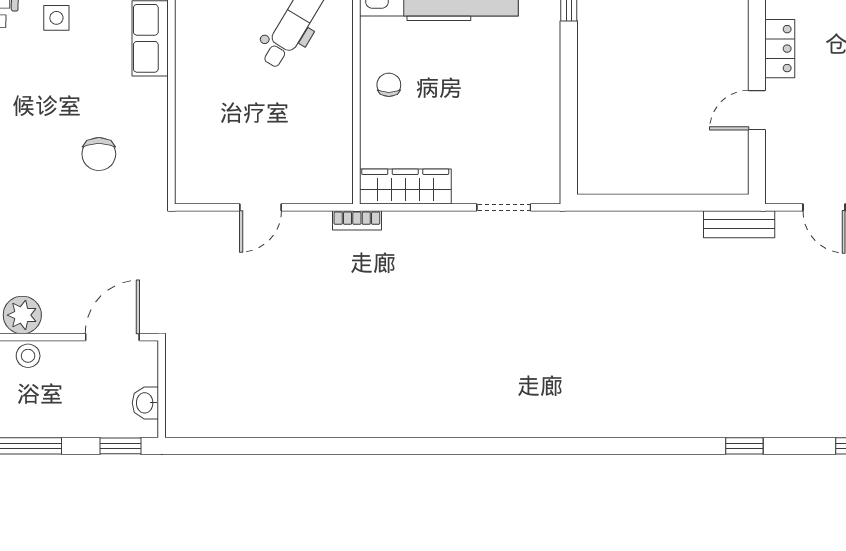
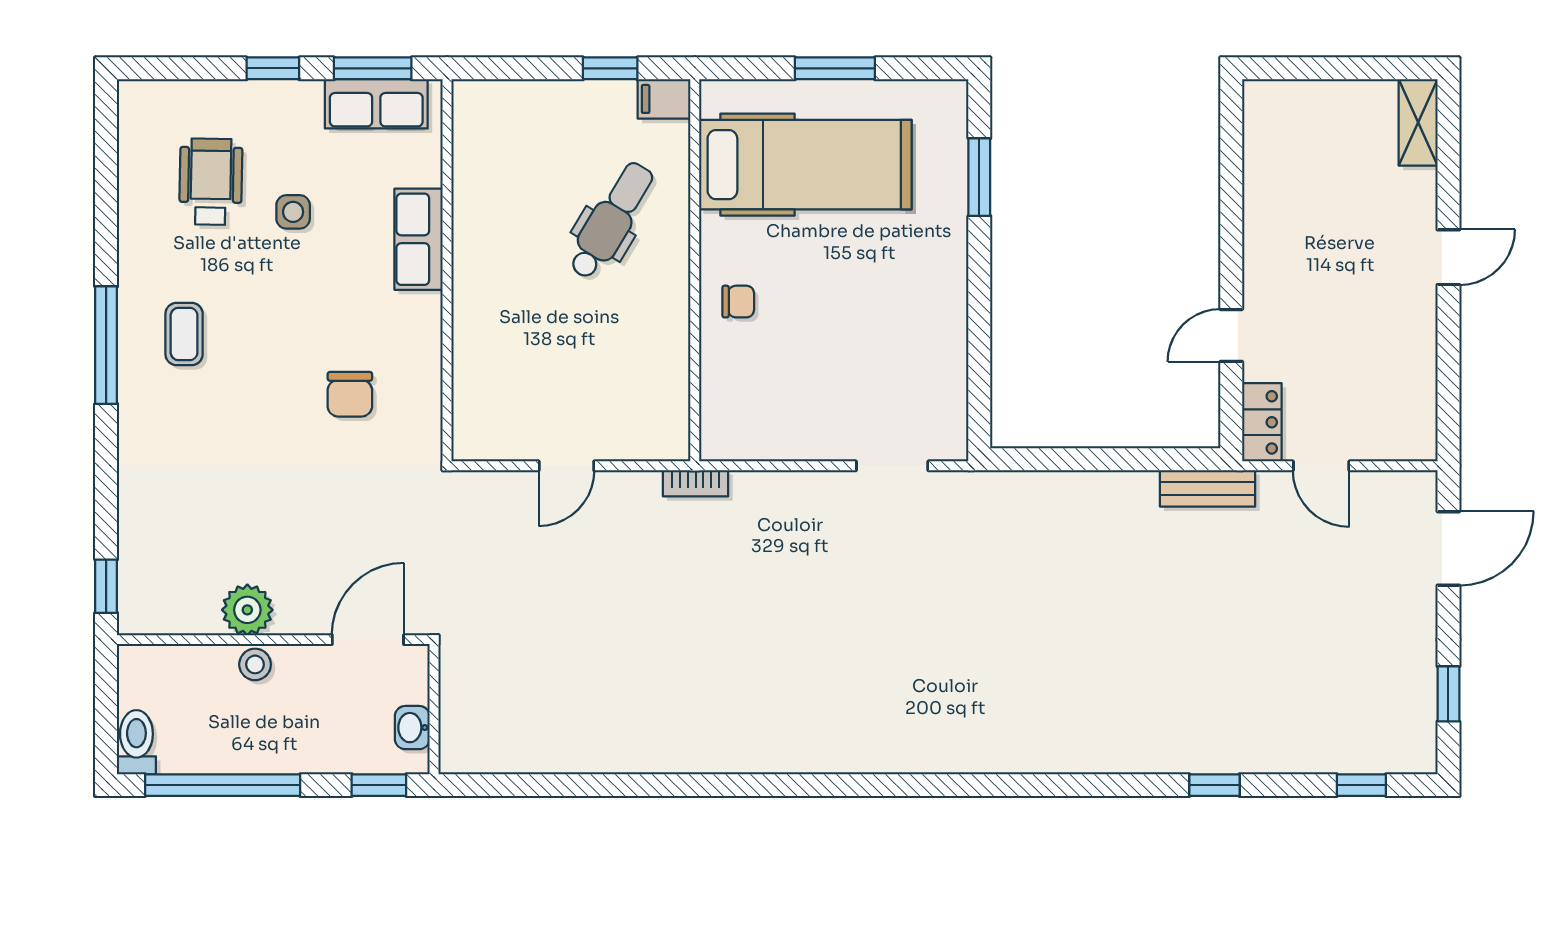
locker: (780, 49) -> (1262, 422), moved
chair: (389, 85) -> (738, 302), turned 90
wardrobe: (405, 187) -> (760, 438), removed

